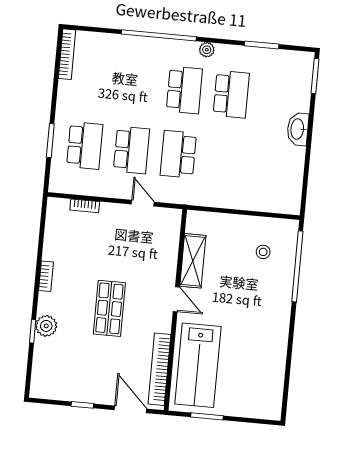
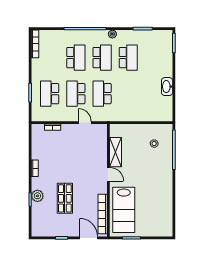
school desk: (138, 86) -> (76, 58), added
washbasin: (298, 129) -> (167, 87), moved
school desk: (85, 146) -> (50, 94), turned 180
school desk: (132, 150) -> (76, 94), turned 180
shop shelf: (109, 308) -> (65, 198), moved

